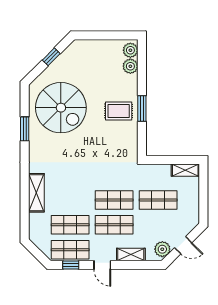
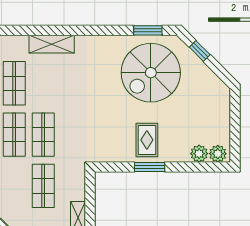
window: (51, 57) -> (200, 51), moved
window: (25, 129) -> (148, 30), moved

